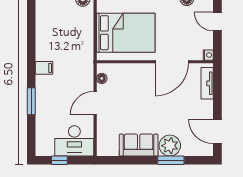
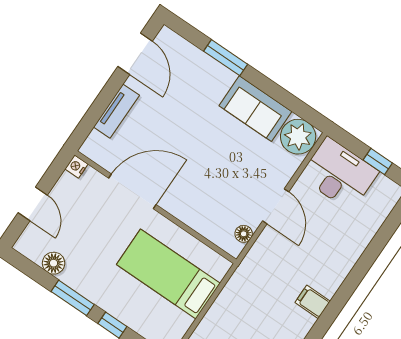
bed: (126, 33) -> (168, 274), width x0.67
tv unit: (207, 83) -> (116, 111), moved
window: (31, 101) -> (361, 268), removed
door: (95, 103) -> (276, 206), hinge flipped
plant: (170, 146) -> (298, 137), moved

